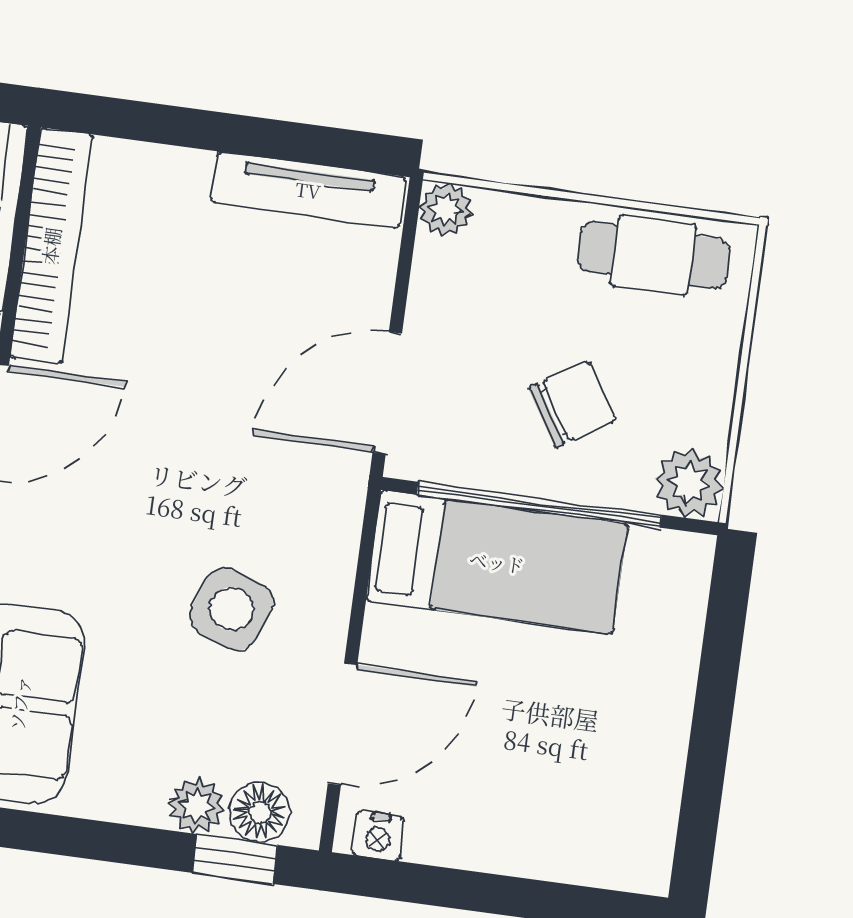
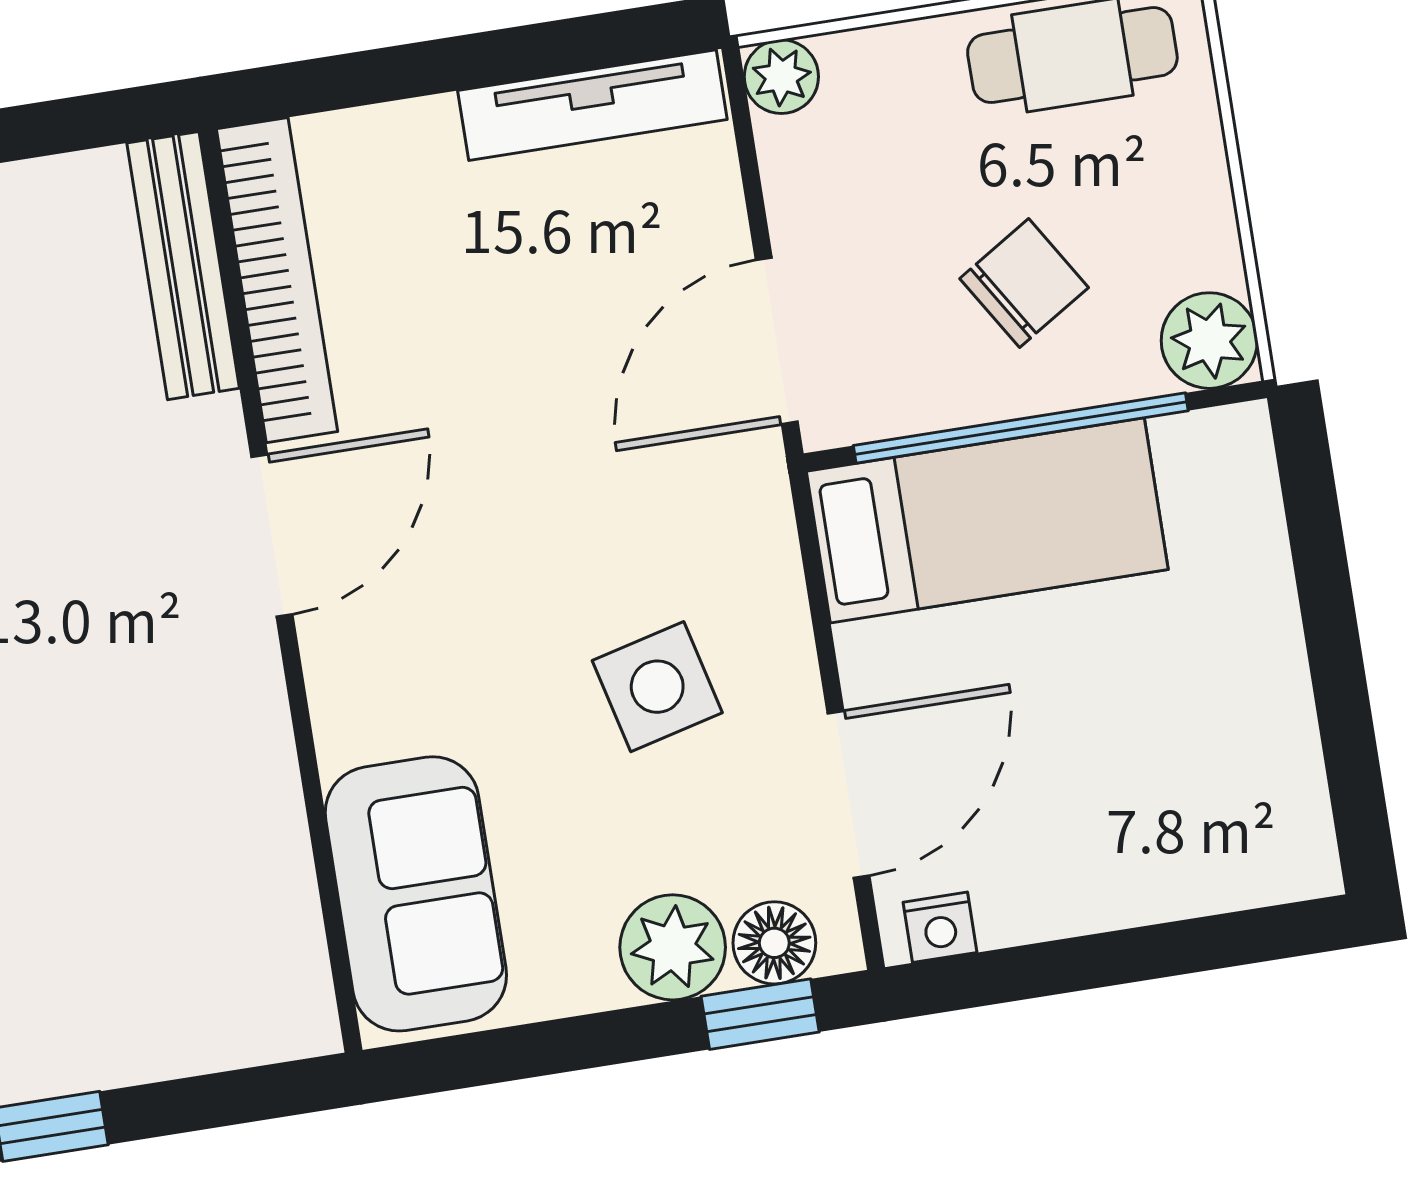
side table: (232, 609) -> (657, 687), turned -34
plant: (197, 806) -> (673, 947), width x1.38, depth x1.38

